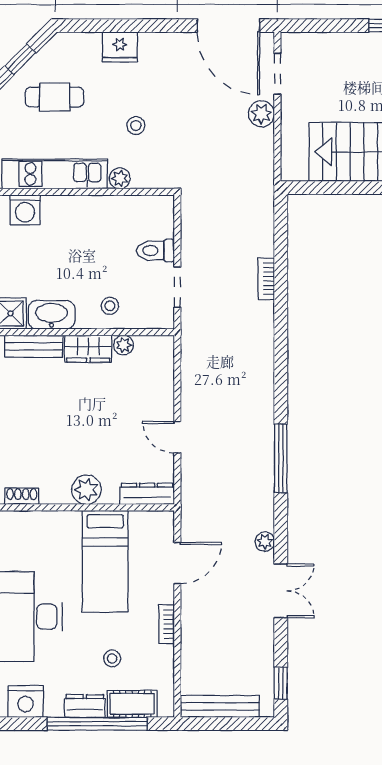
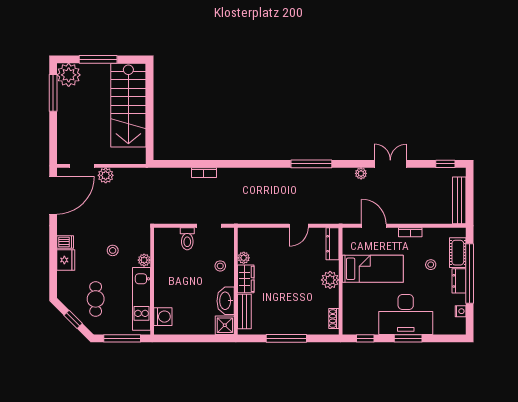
dishwasher: (150, 46) -> (65, 242), added
nightstand: (26, 701) -> (461, 311), width x0.53, depth x0.56

